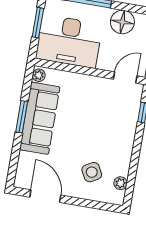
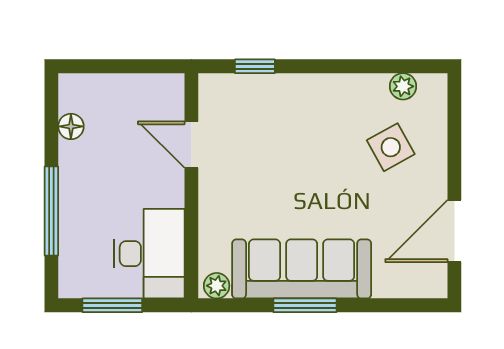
floor lamp: (122, 22) -> (71, 126), width x0.53, depth x0.53
desk: (69, 41) -> (149, 254), width x0.73, depth x0.77
door: (125, 77) -> (191, 145), moved

